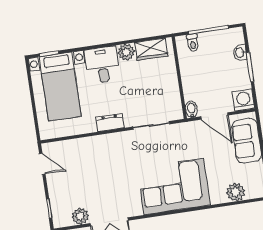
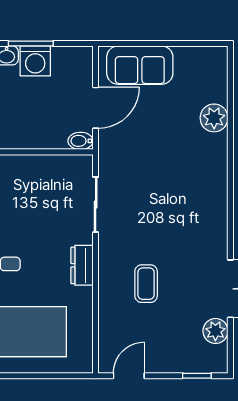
washing machine: (243, 100) -> (35, 61), moved, turned -90
coffee table: (104, 166) -> (146, 284), added
corner sofa: (174, 186) -> (192, 184), removed
plant: (236, 192) -> (214, 118), moved

